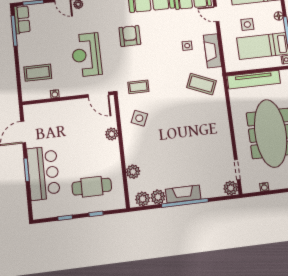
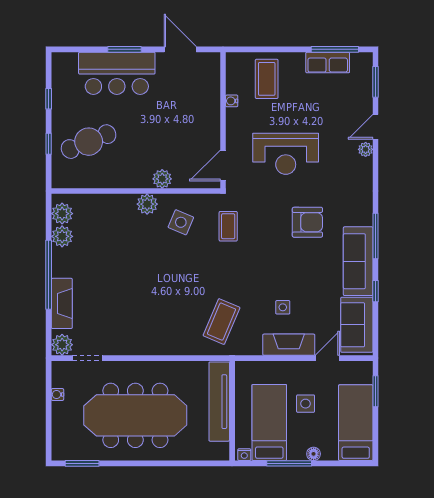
row of seats: (22, 19) -> (328, 63), moved
fireplace: (212, 51) -> (289, 345), moved
reception desk: (86, 55) -> (286, 154), turned 180
plant: (133, 172) -> (147, 204), moved
cafe table: (92, 187) -> (89, 142), turned 68
fireplace: (183, 194) -> (62, 303), moved

